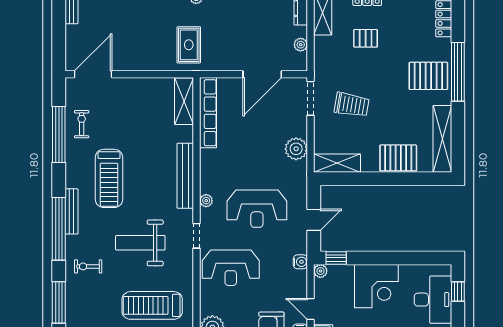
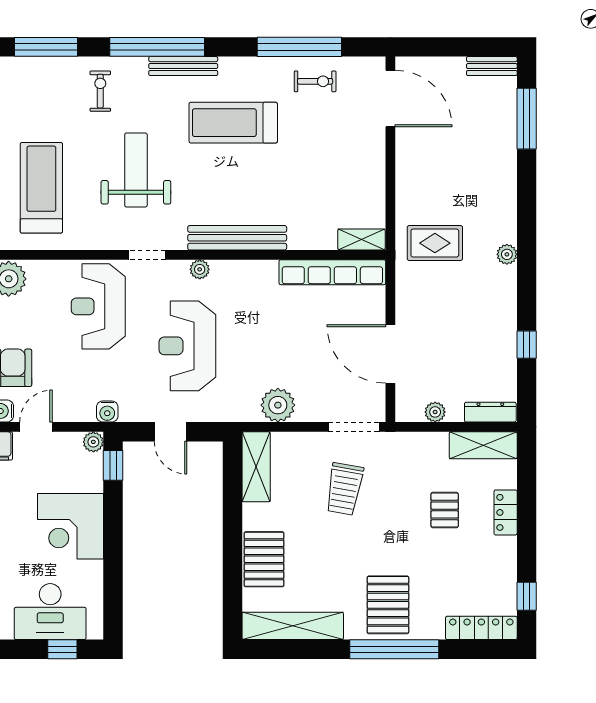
shelving: (184, 101) -> (361, 239), width x0.67, depth x0.75

